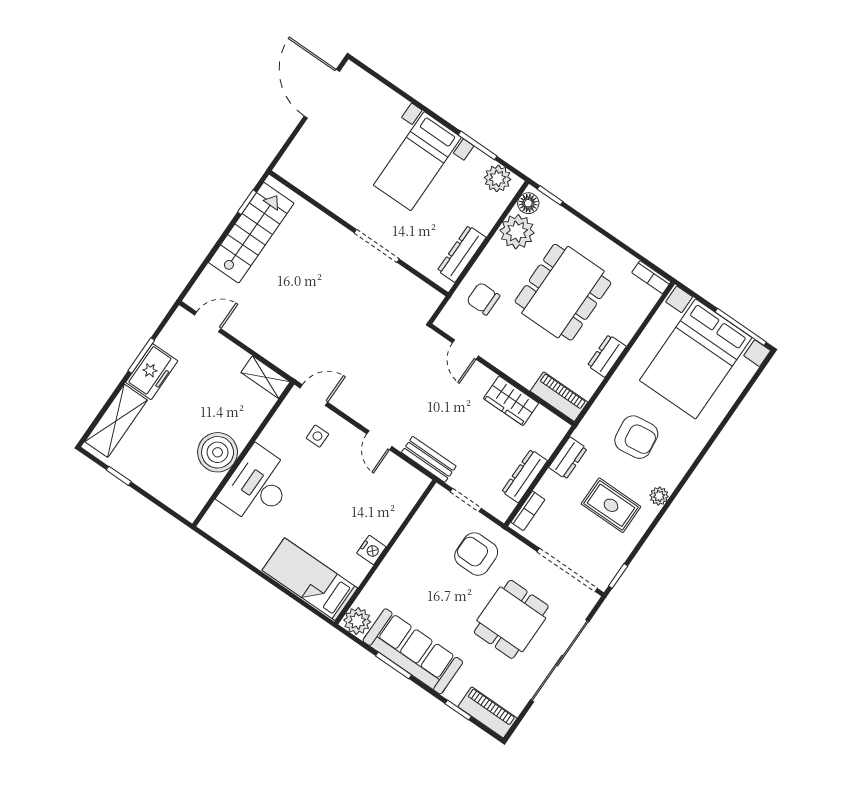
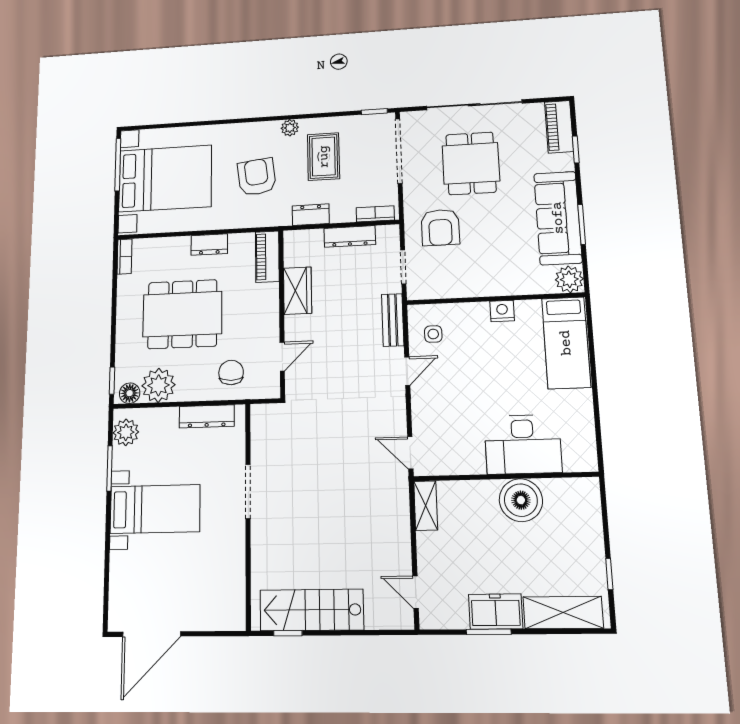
chair: (483, 299) -> (231, 372), turned 180
side table: (317, 436) -> (433, 334), moved
dining table: (511, 619) -> (471, 163), turned 90

